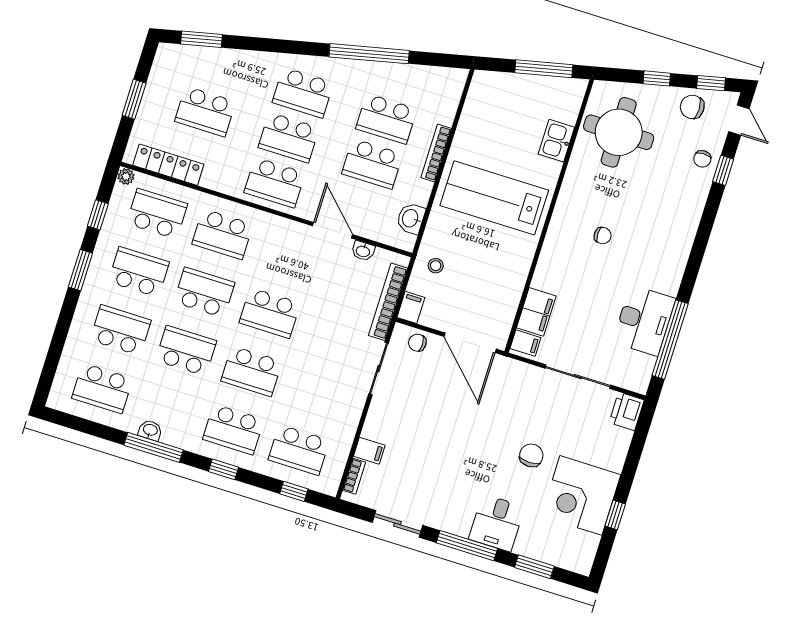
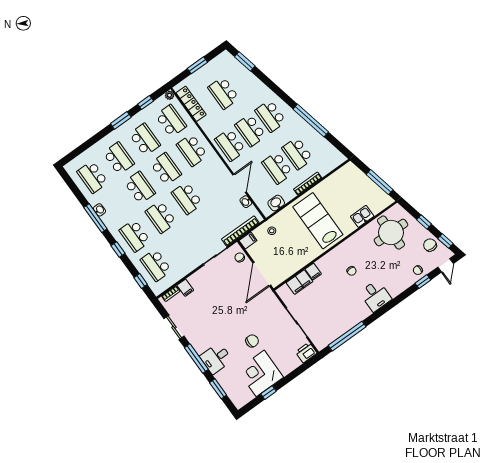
desk: (644, 320) -> (376, 296), moved, width x0.73
filing cabinet: (525, 343) -> (313, 272), moved

